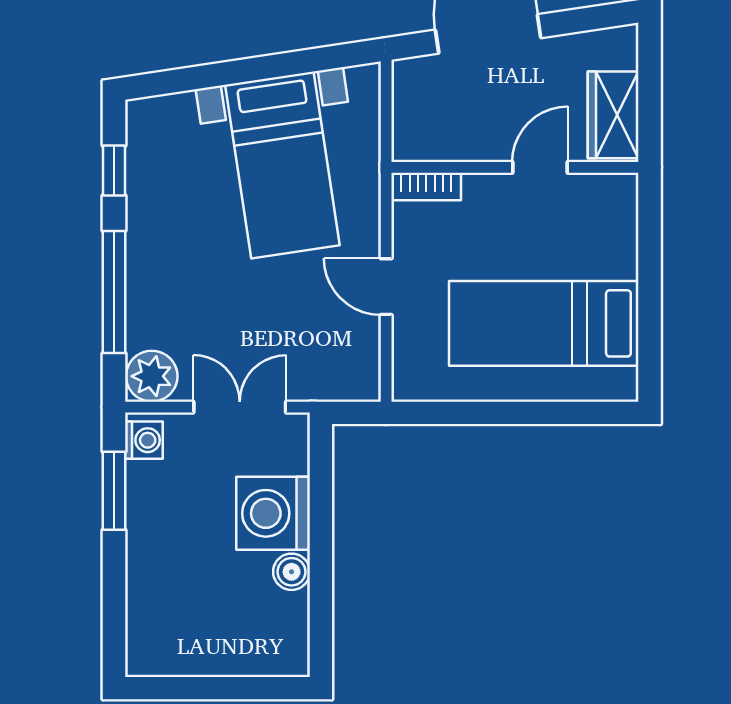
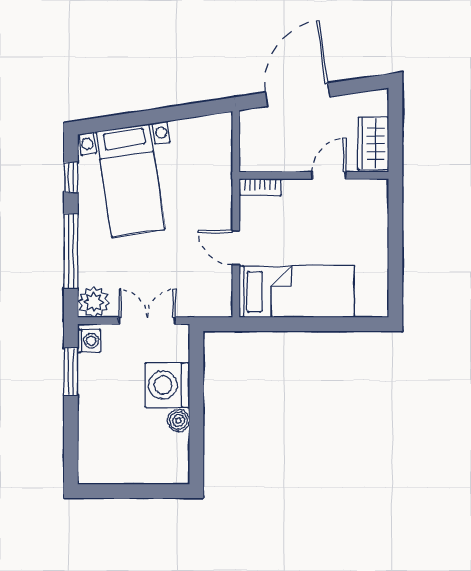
bed with nightstands: (282, 165) -> (131, 180), moved
bed: (544, 323) -> (296, 292), moved, turned 180

